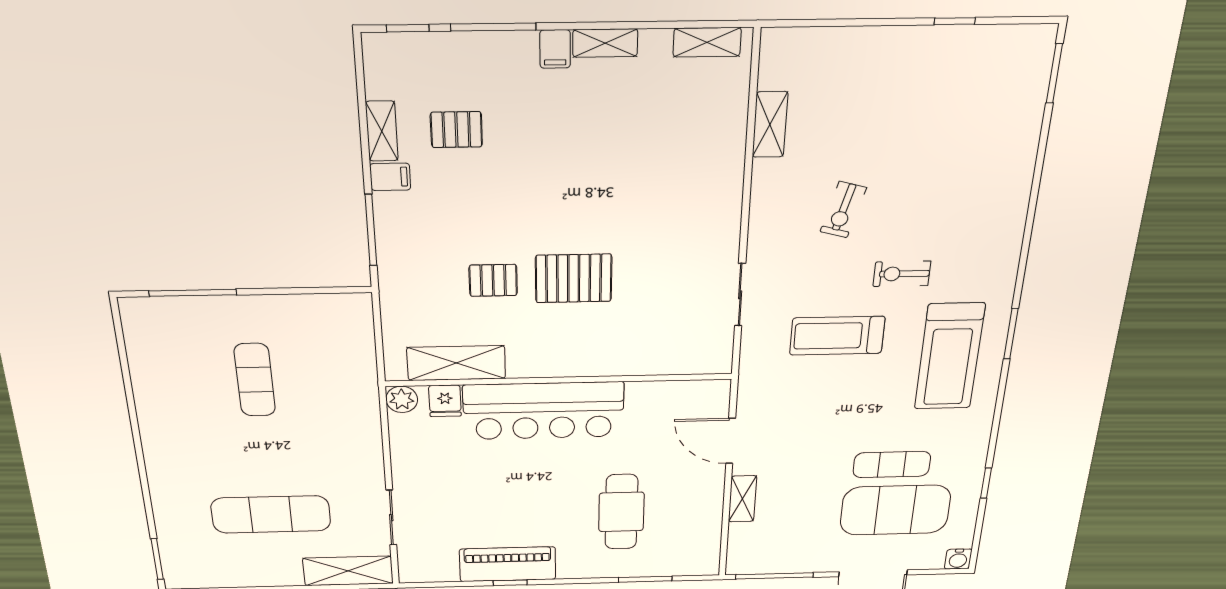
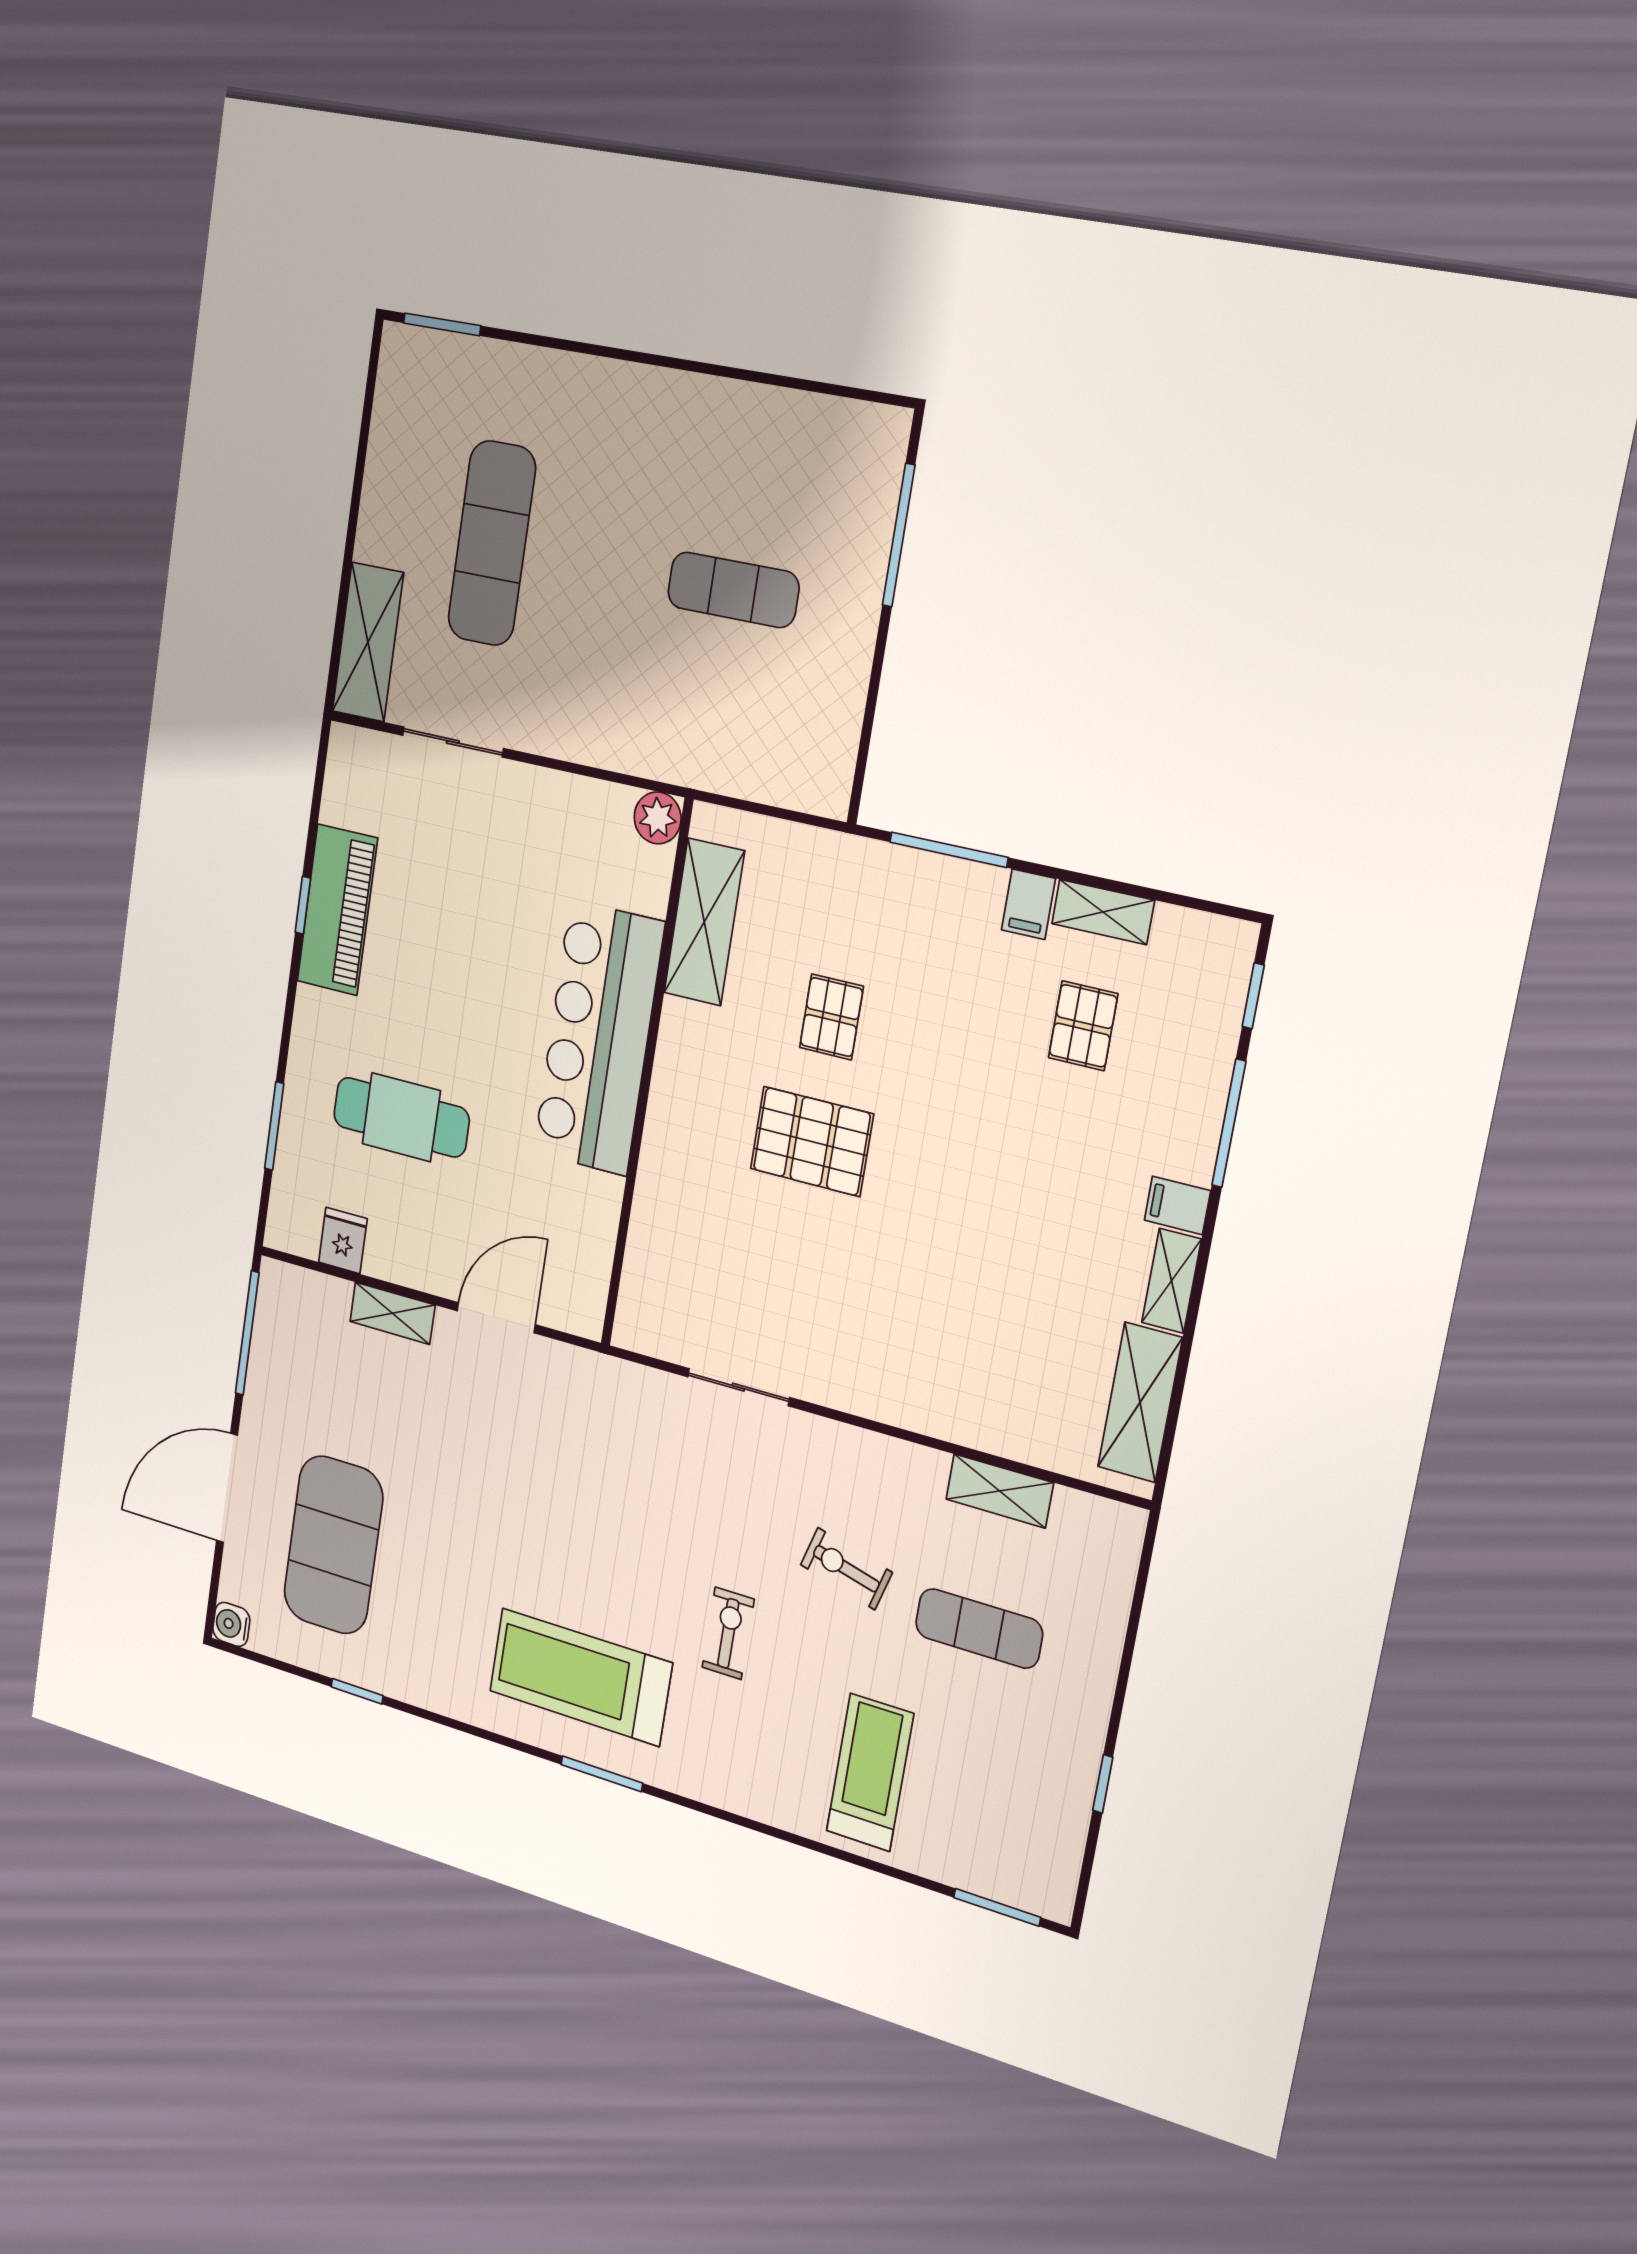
shelving: (707, 42) -> (1140, 1402), width x1.50, depth x1.33
pallet: (574, 278) -> (812, 1141), turned 90
treadmill: (837, 336) -> (870, 1772), moved
fridge: (445, 401) -> (343, 1241), moved, turned 90
exercise mat: (892, 465) -> (979, 1628), moved, turned 90

